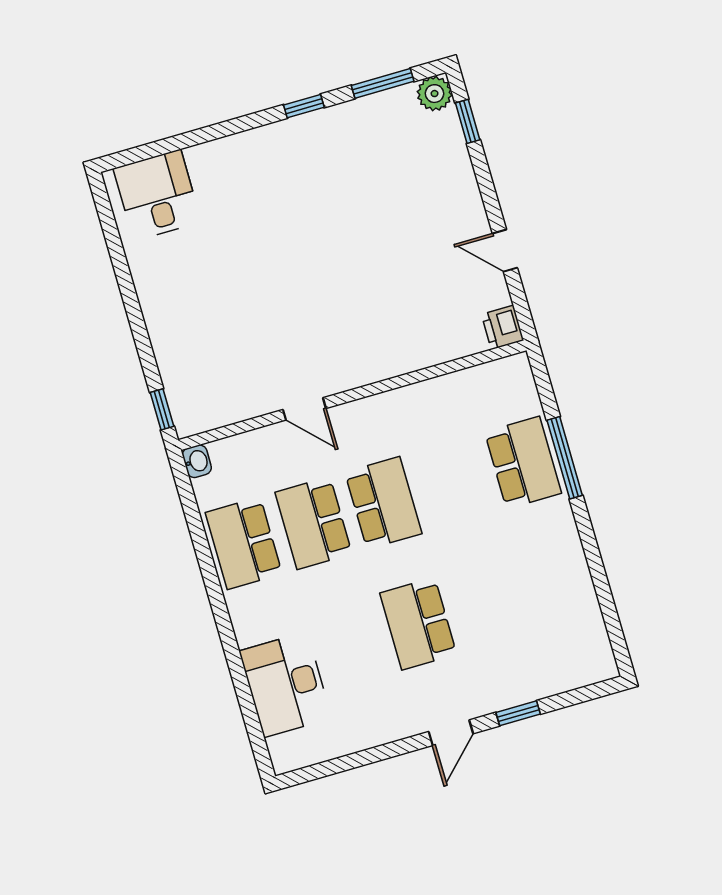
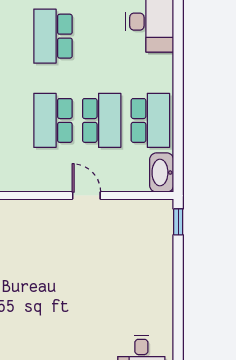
washbasin: (197, 461) -> (162, 173), width x1.91, depth x1.45
school desk: (418, 624) -> (53, 36), turned 180

